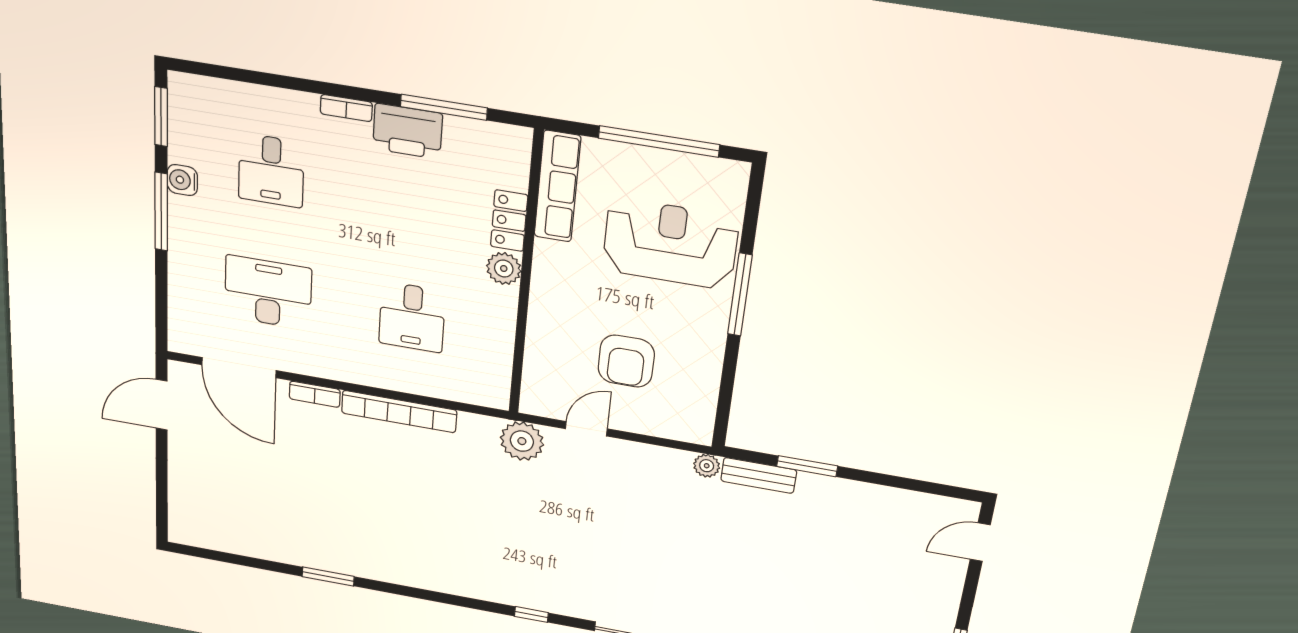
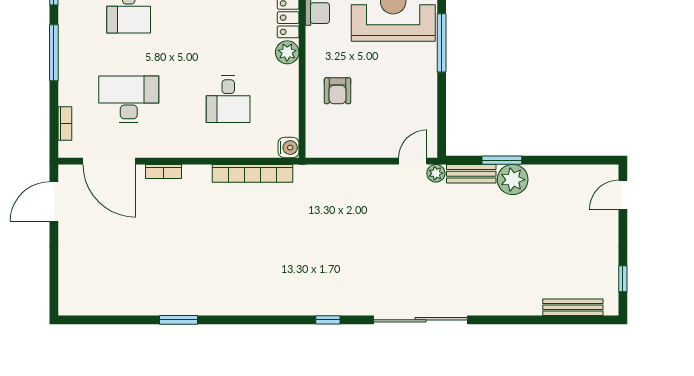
water cooler: (182, 180) -> (289, 148), moved, turned 180
bookcase: (177, 308) -> (65, 123), added
armchair: (626, 361) -> (337, 91), moved, width x0.72, depth x0.72
bookcase: (399, 412) -> (253, 173), moved
door: (586, 429) -> (413, 161), moved
plant: (522, 441) -> (513, 180), moved

